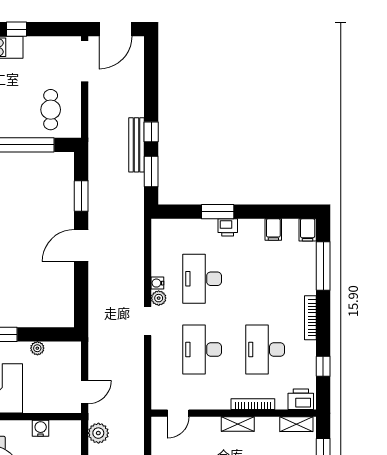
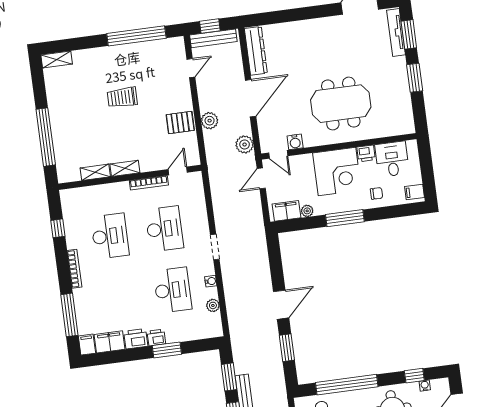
filing cabinet: (273, 229) -> (110, 342), width x2.00
plant: (159, 298) -> (213, 305), moved
filing cabinet: (61, 351) -> (287, 211), added
printer: (301, 399) -> (136, 339), moved, turned 180
bookcase: (253, 404) -> (149, 183), moved
door: (62, 417) -> (278, 154), added
shelving: (296, 424) -> (95, 172), moved

